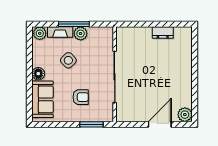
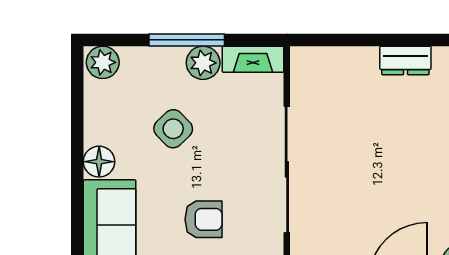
fireplace: (60, 32) -> (253, 59), moved

